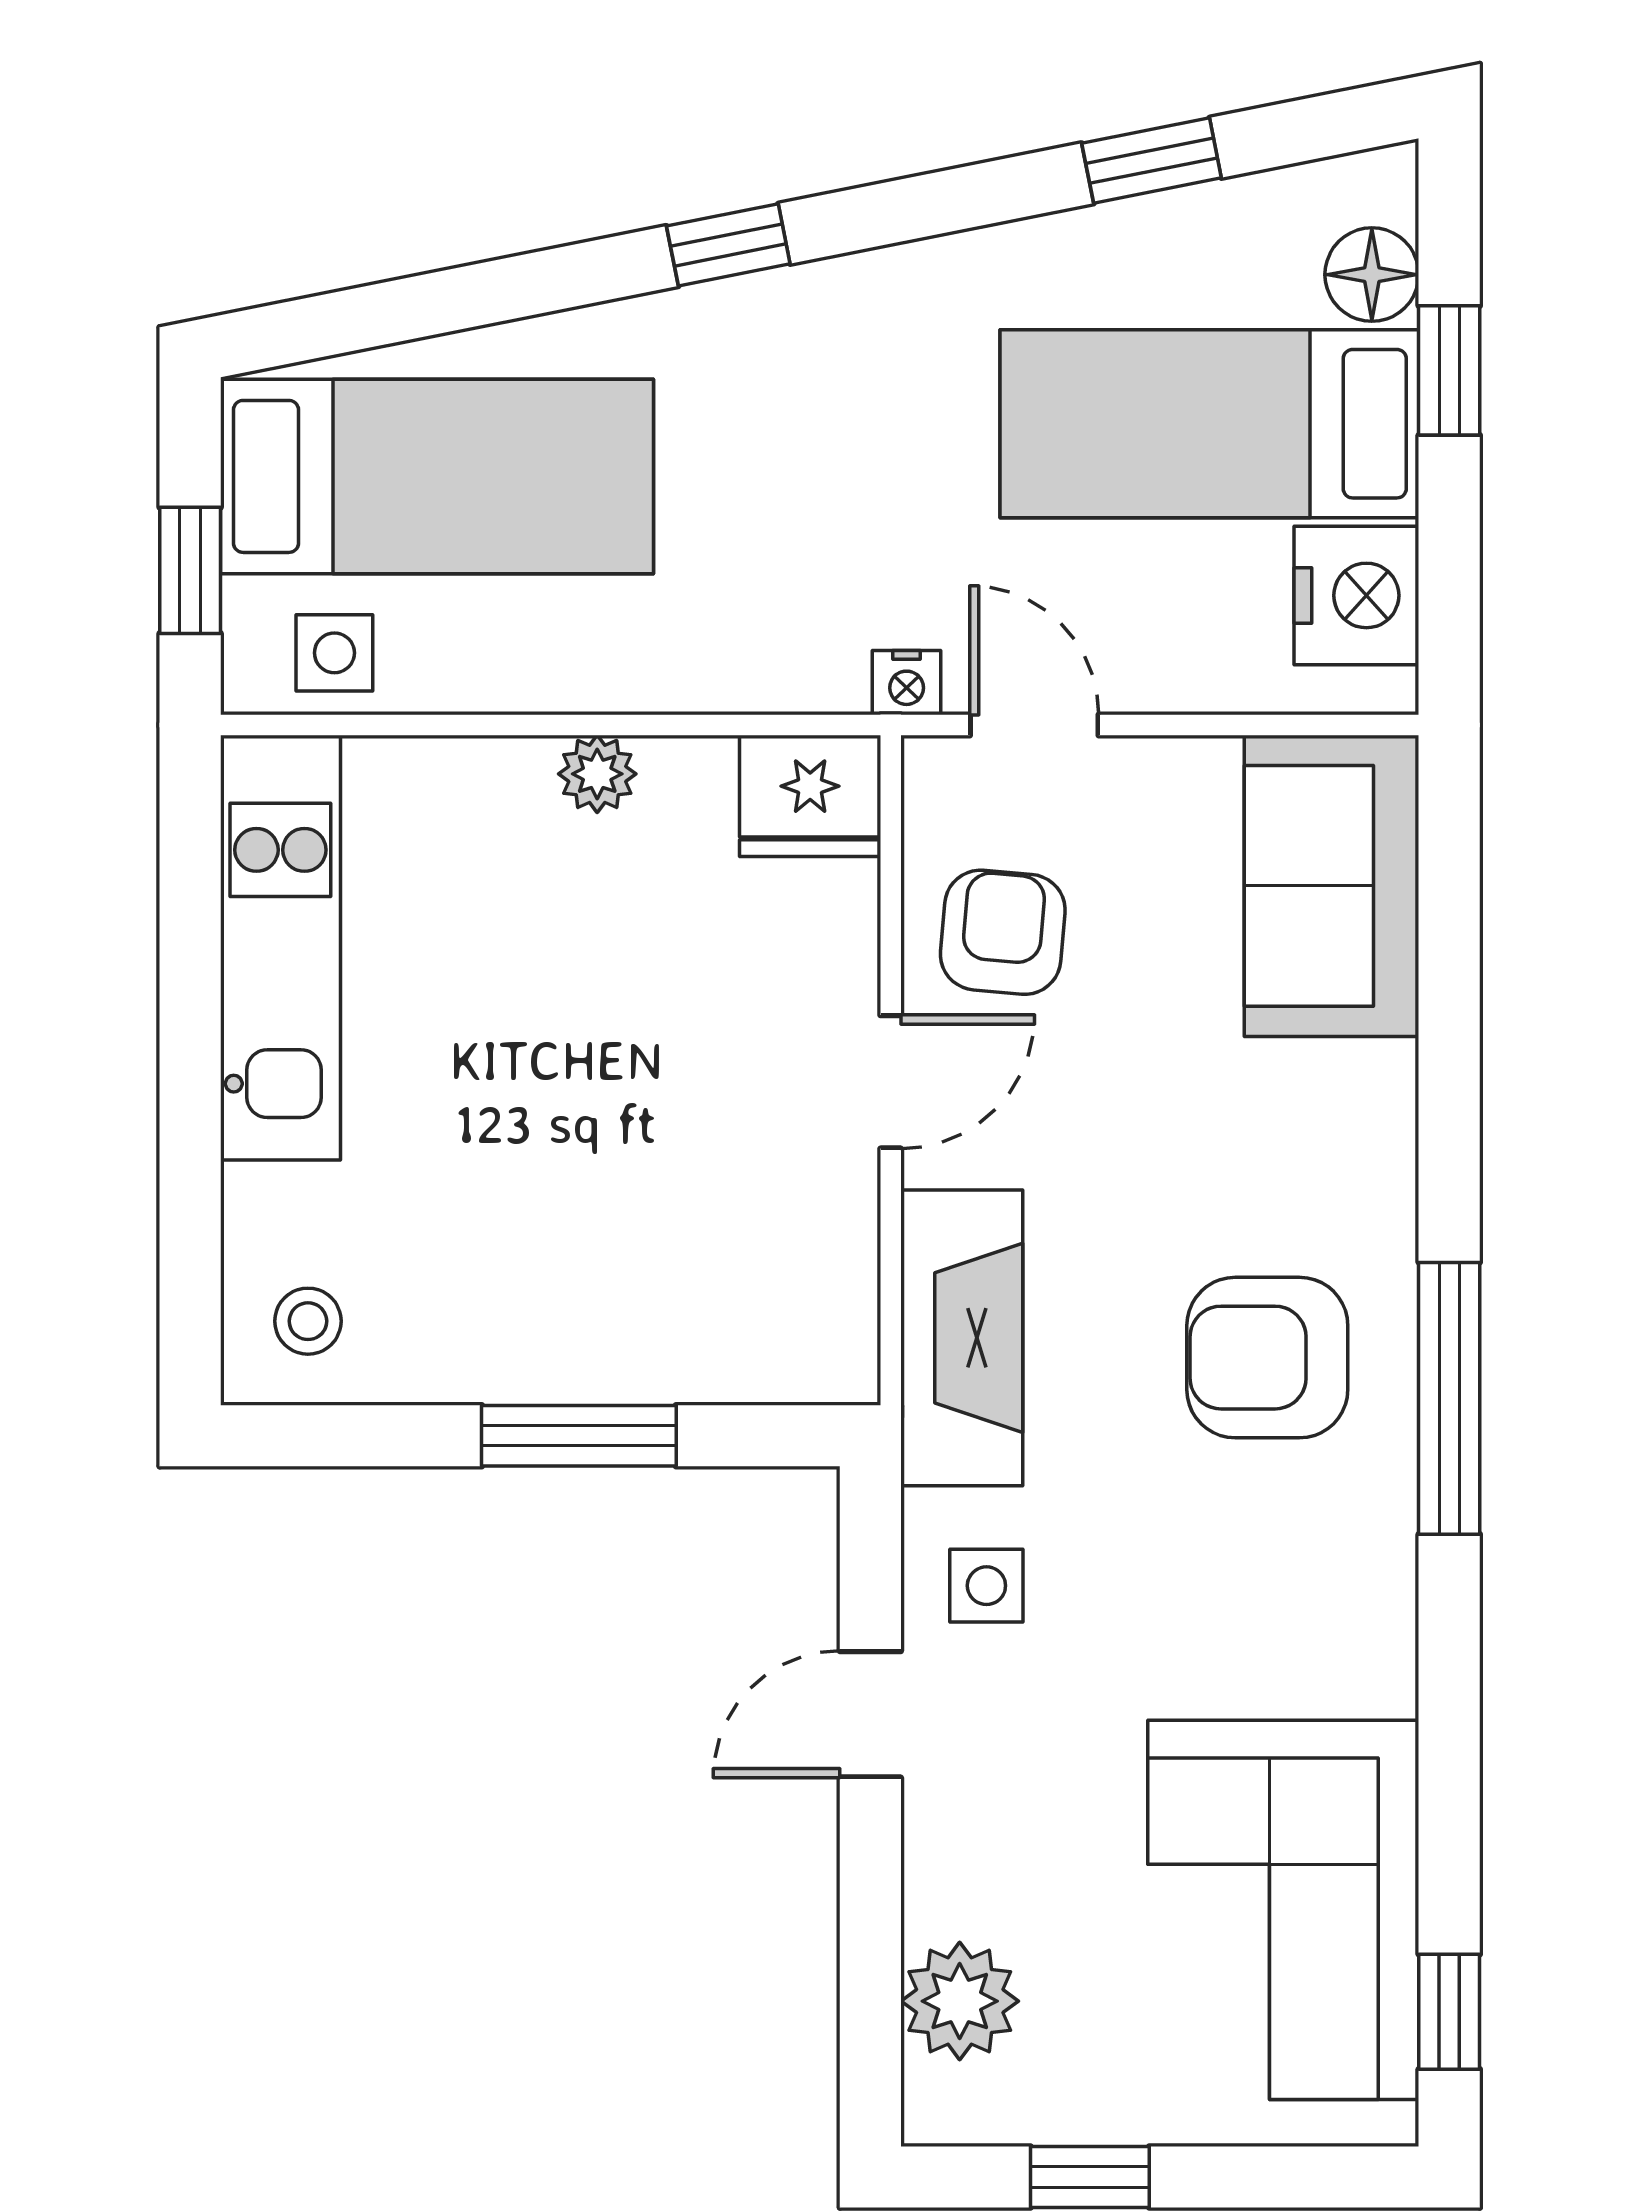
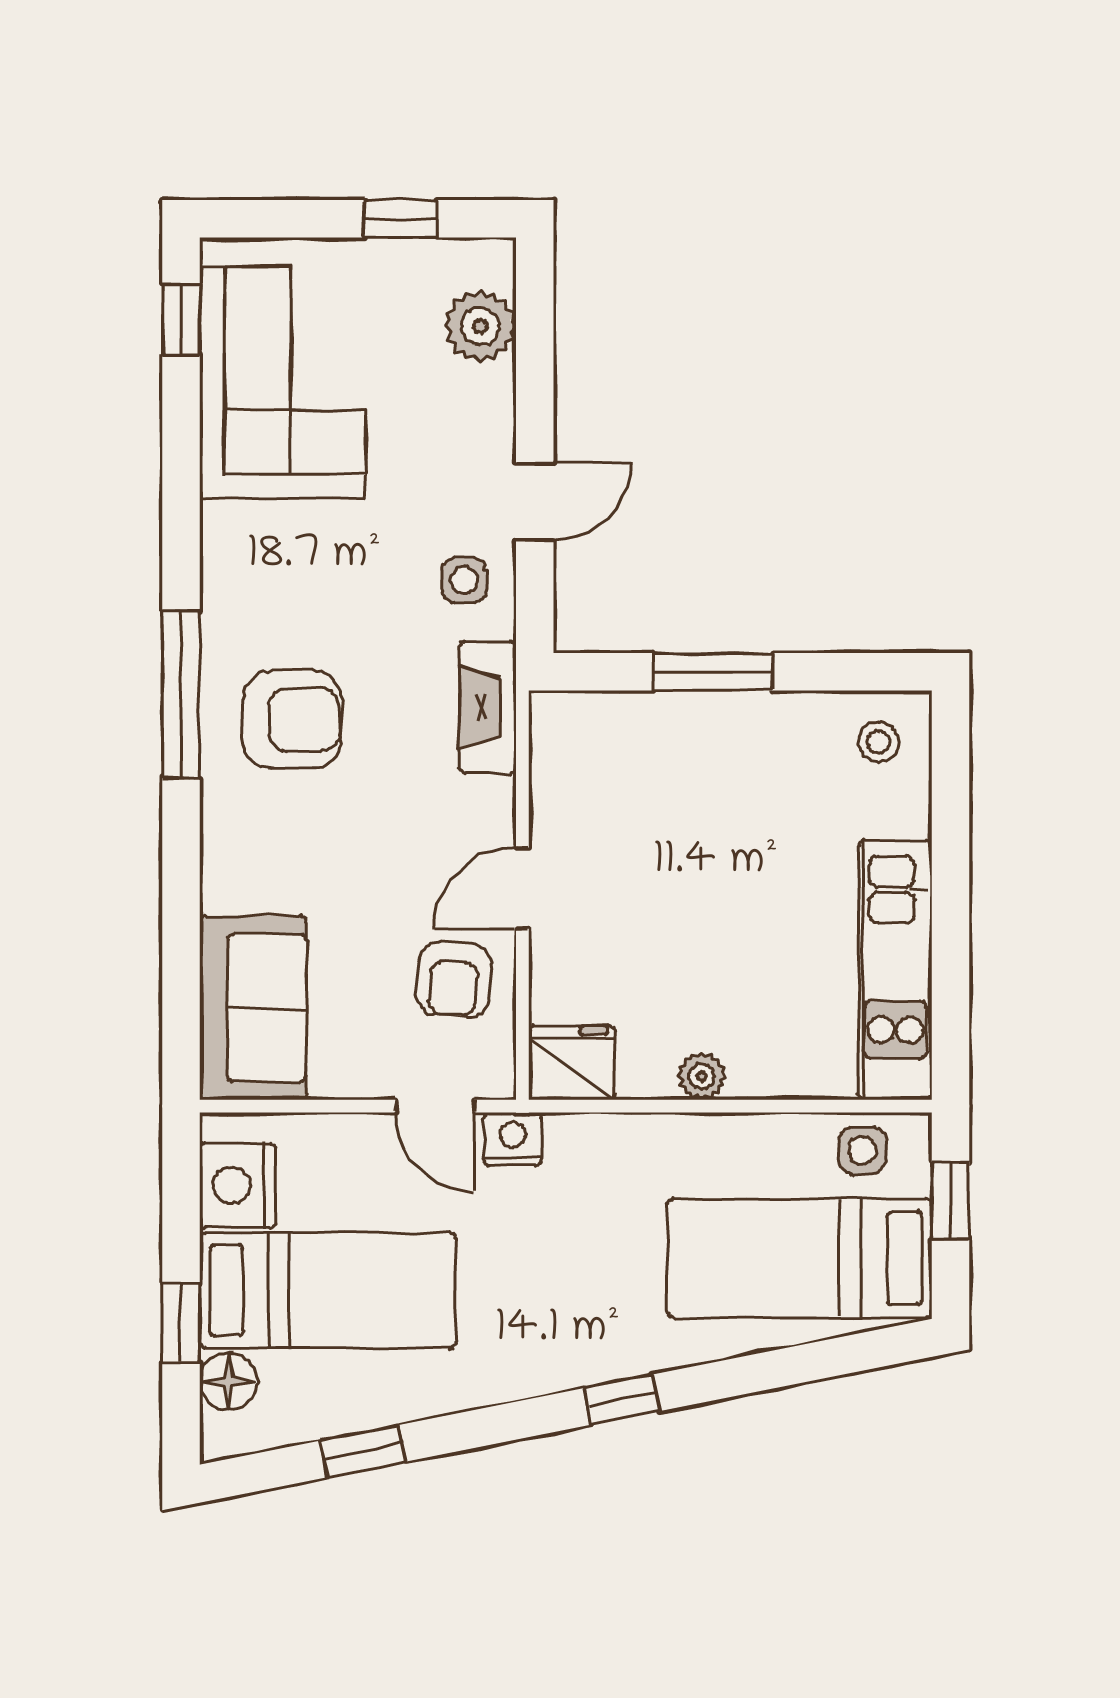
nightstand: (907, 683) -> (513, 1139), width x1.39, depth x1.35
fireplace: (962, 1338) -> (488, 707), width x0.73, depth x0.76

